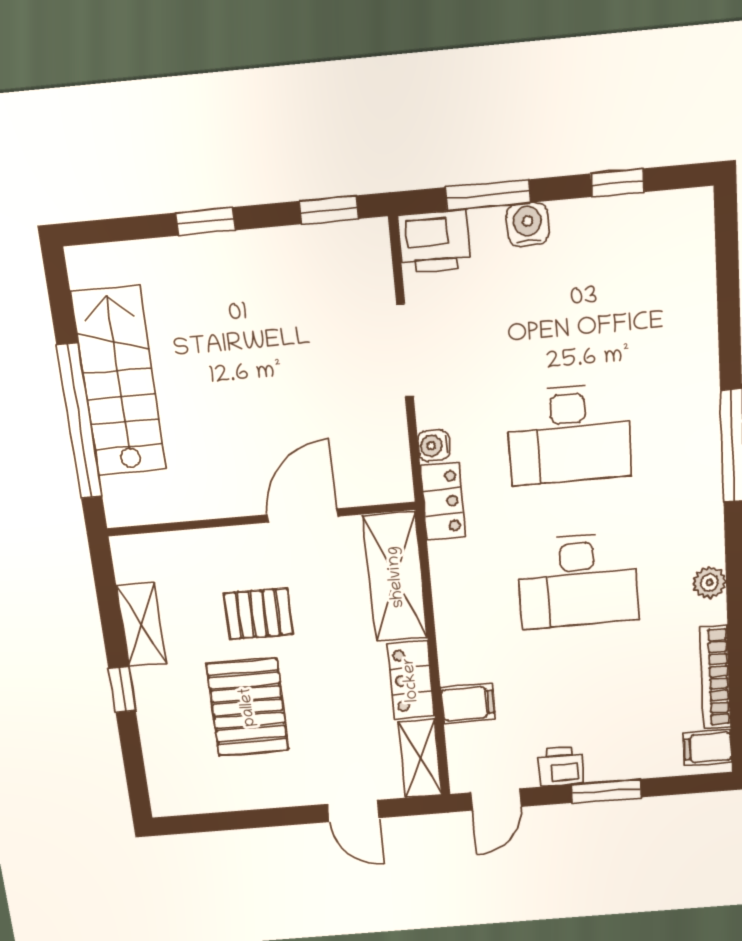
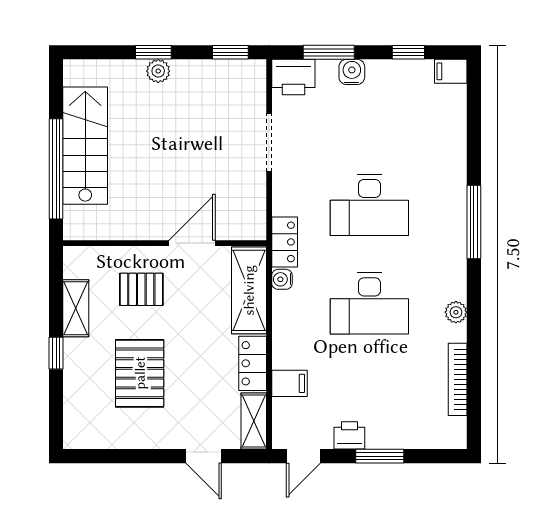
plant: (217, 252) -> (158, 71), added
water cooler: (434, 446) -> (282, 279), moved
pallet: (258, 614) -> (141, 289), moved
filing cabinet: (708, 748) -> (451, 71), moved

